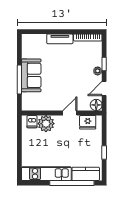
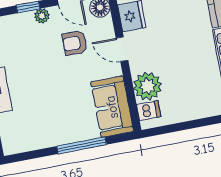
sofa: (31, 75) -> (112, 107), moved, turned -90
armchair: (79, 87) -> (75, 43), added

